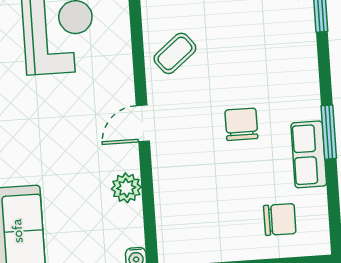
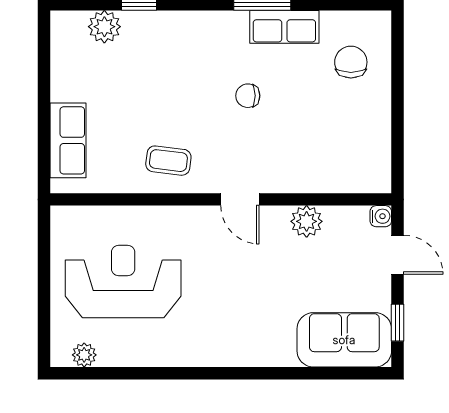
coffee table: (175, 53) -> (168, 161), turned -44
chair: (241, 124) -> (248, 96), width x0.73, depth x0.73

